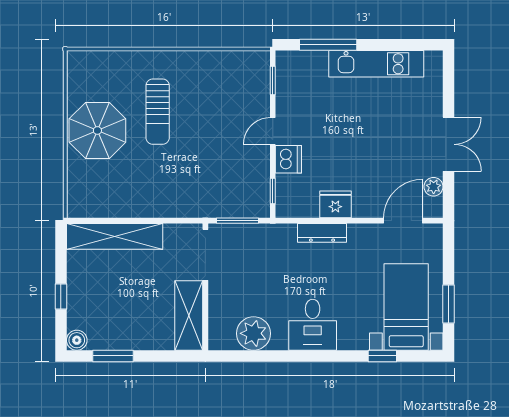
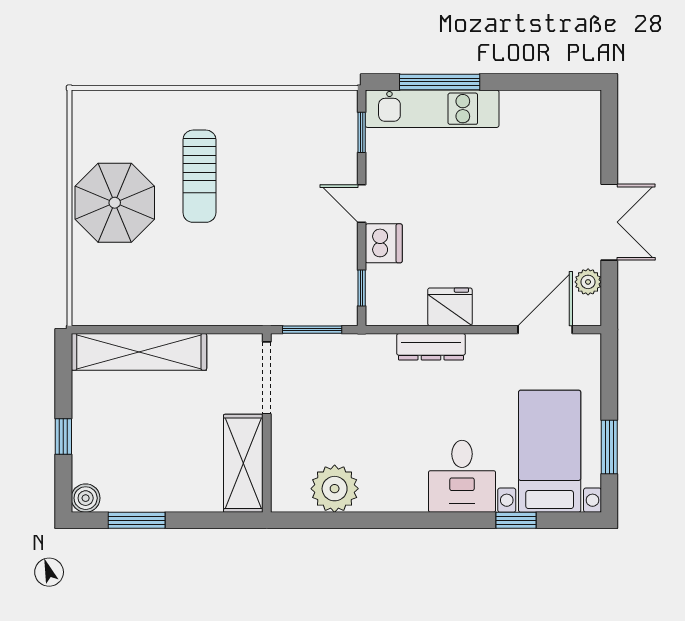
kitchen unit: (376, 64) -> (432, 109), moved
door: (273, 131) -> (362, 204), hinge flipped
desk: (313, 325) -> (462, 476), moved

